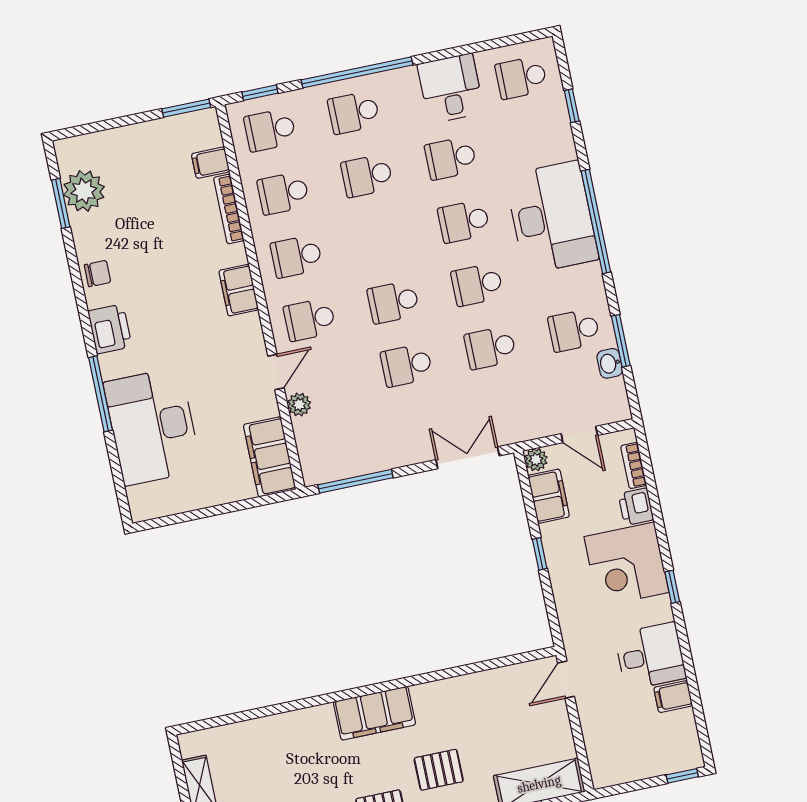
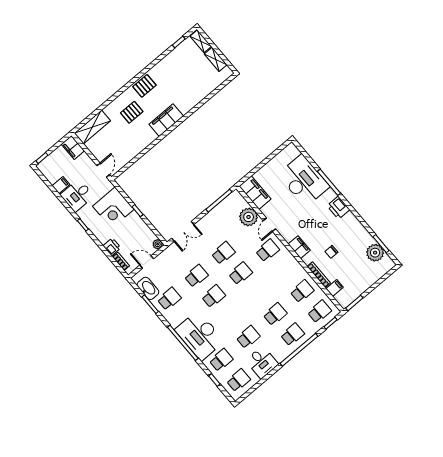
school desk: (464, 221) -> (221, 360), moved
school desk: (296, 256) -> (285, 271), removed
chair: (97, 274) -> (331, 252), moved
washbasin: (610, 363) -> (148, 288), width x1.91, depth x1.45
plant: (299, 405) -> (249, 217), width x1.88, depth x1.88
filing cabinet: (549, 496) -> (73, 147), moved
corner desk: (626, 565) -> (113, 208), moved, turned 180

